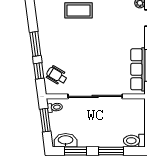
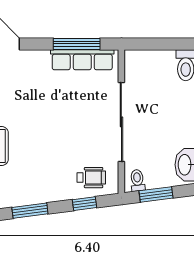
window: (35, 44) -> (30, 211), moved
wheelchair: (57, 76) -> (91, 178), turned -121

